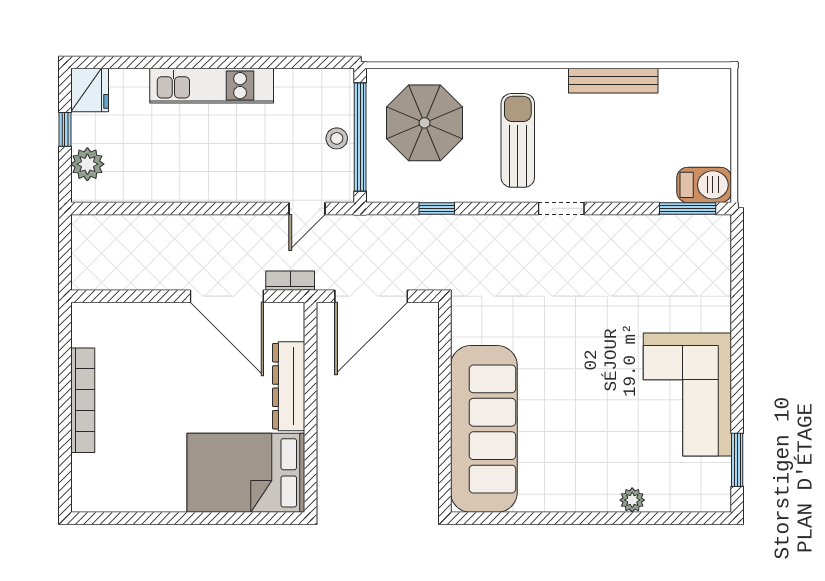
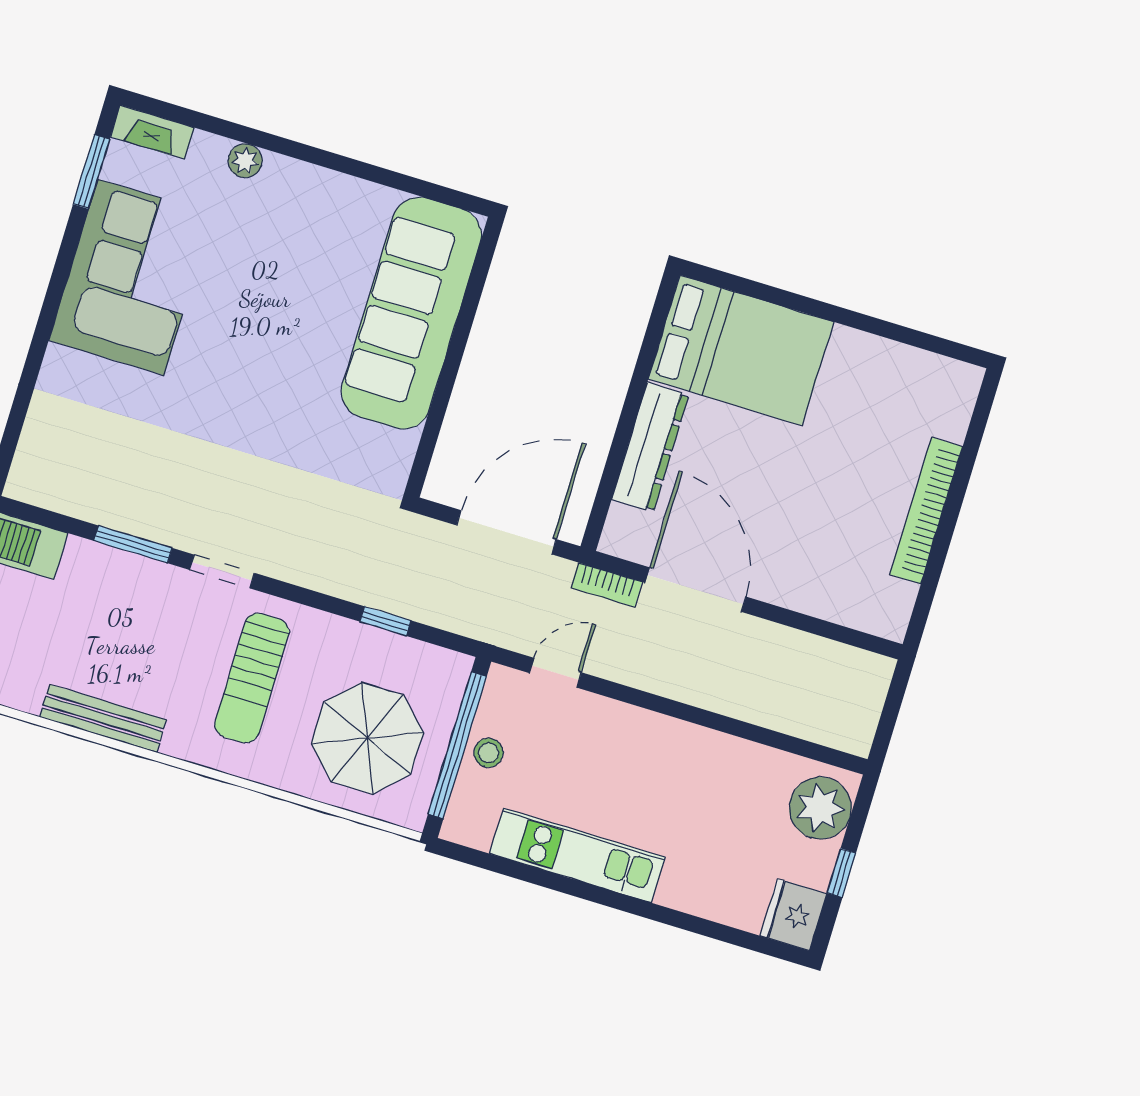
kitchen unit: (212, 86) -> (577, 855), moved
plant: (87, 164) -> (820, 808), width x1.36, depth x1.36
window: (688, 208) -> (133, 544), moved
fireplace: (703, 500) -> (152, 132), added

